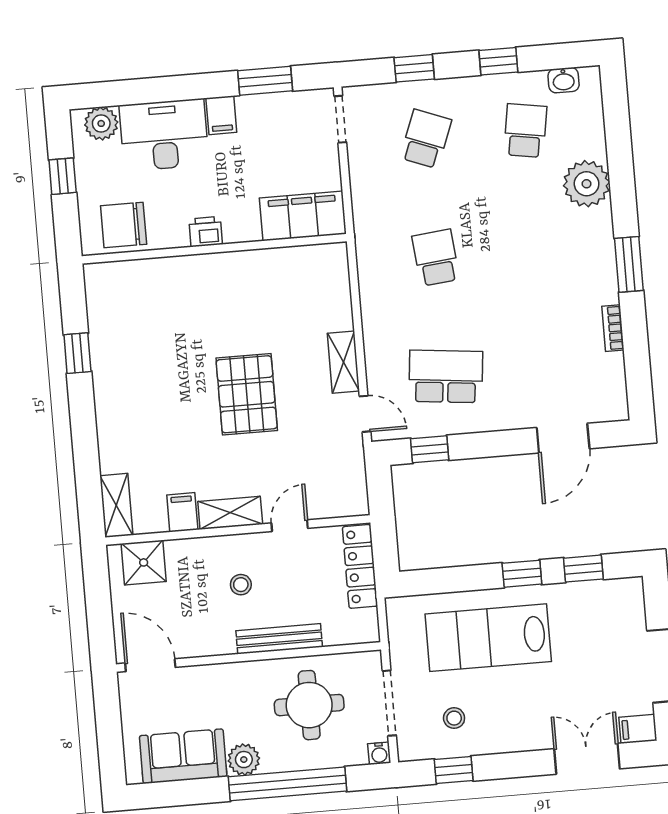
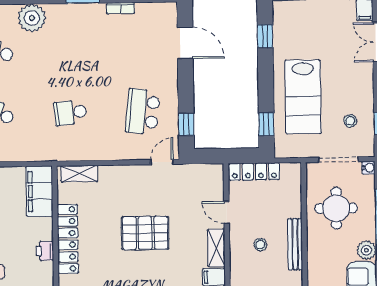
locker: (228, 268) -> (68, 239), added
shelving: (343, 362) -> (79, 174), moved
window: (522, 574) -> (266, 124), moved
bench: (279, 639) -> (295, 244), moved

